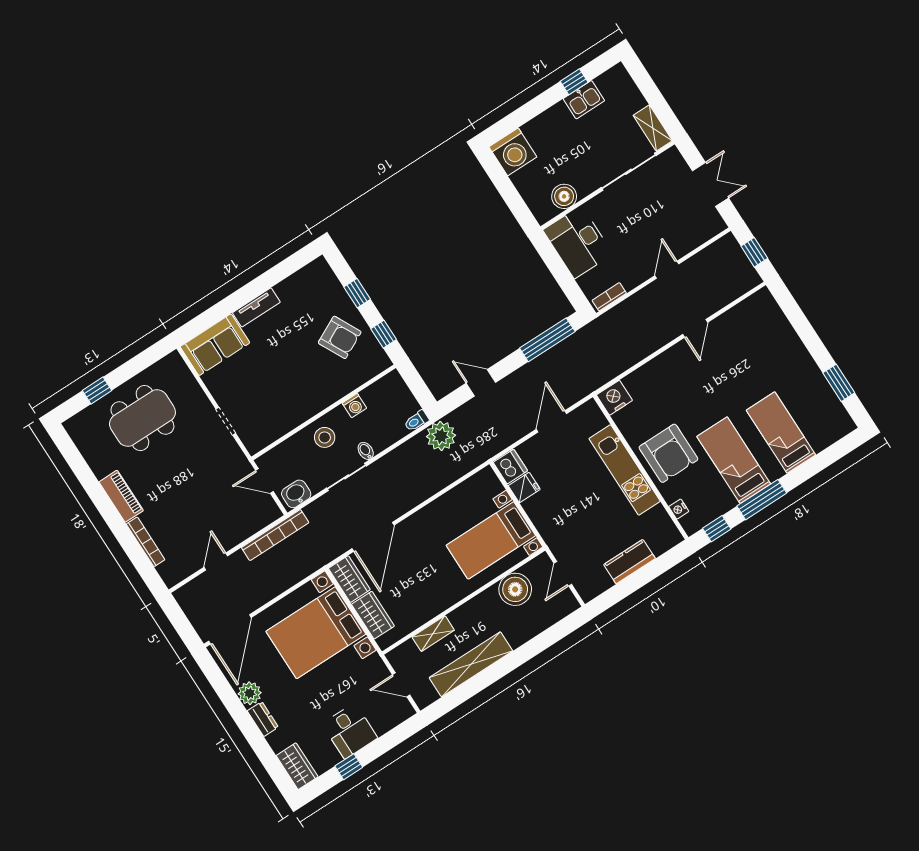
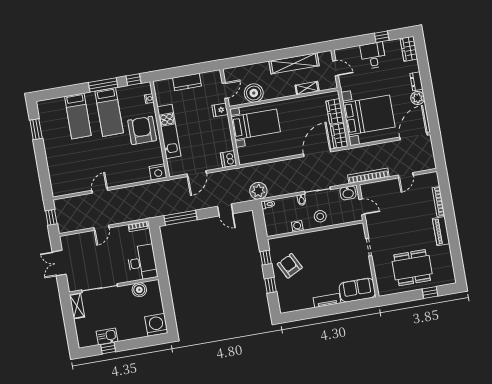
fridge: (524, 487) -> (220, 110), moved

